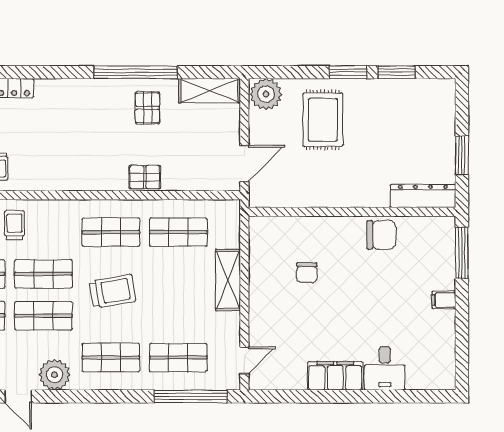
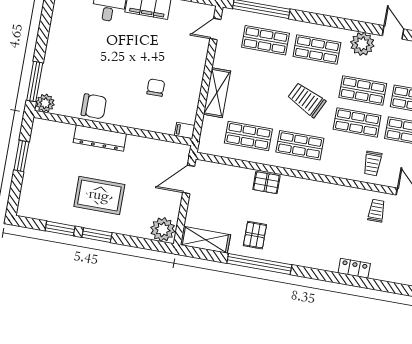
rug: (323, 120) -> (99, 196), moved, turned 90
dresser: (423, 196) -> (100, 138), moved
plant: (444, 228) -> (45, 103), added
chair: (381, 235) -> (94, 106), turned 180
trolley: (113, 291) -> (307, 100), turned 36
filing cabinet: (444, 300) -> (185, 130), moved, turned 180

